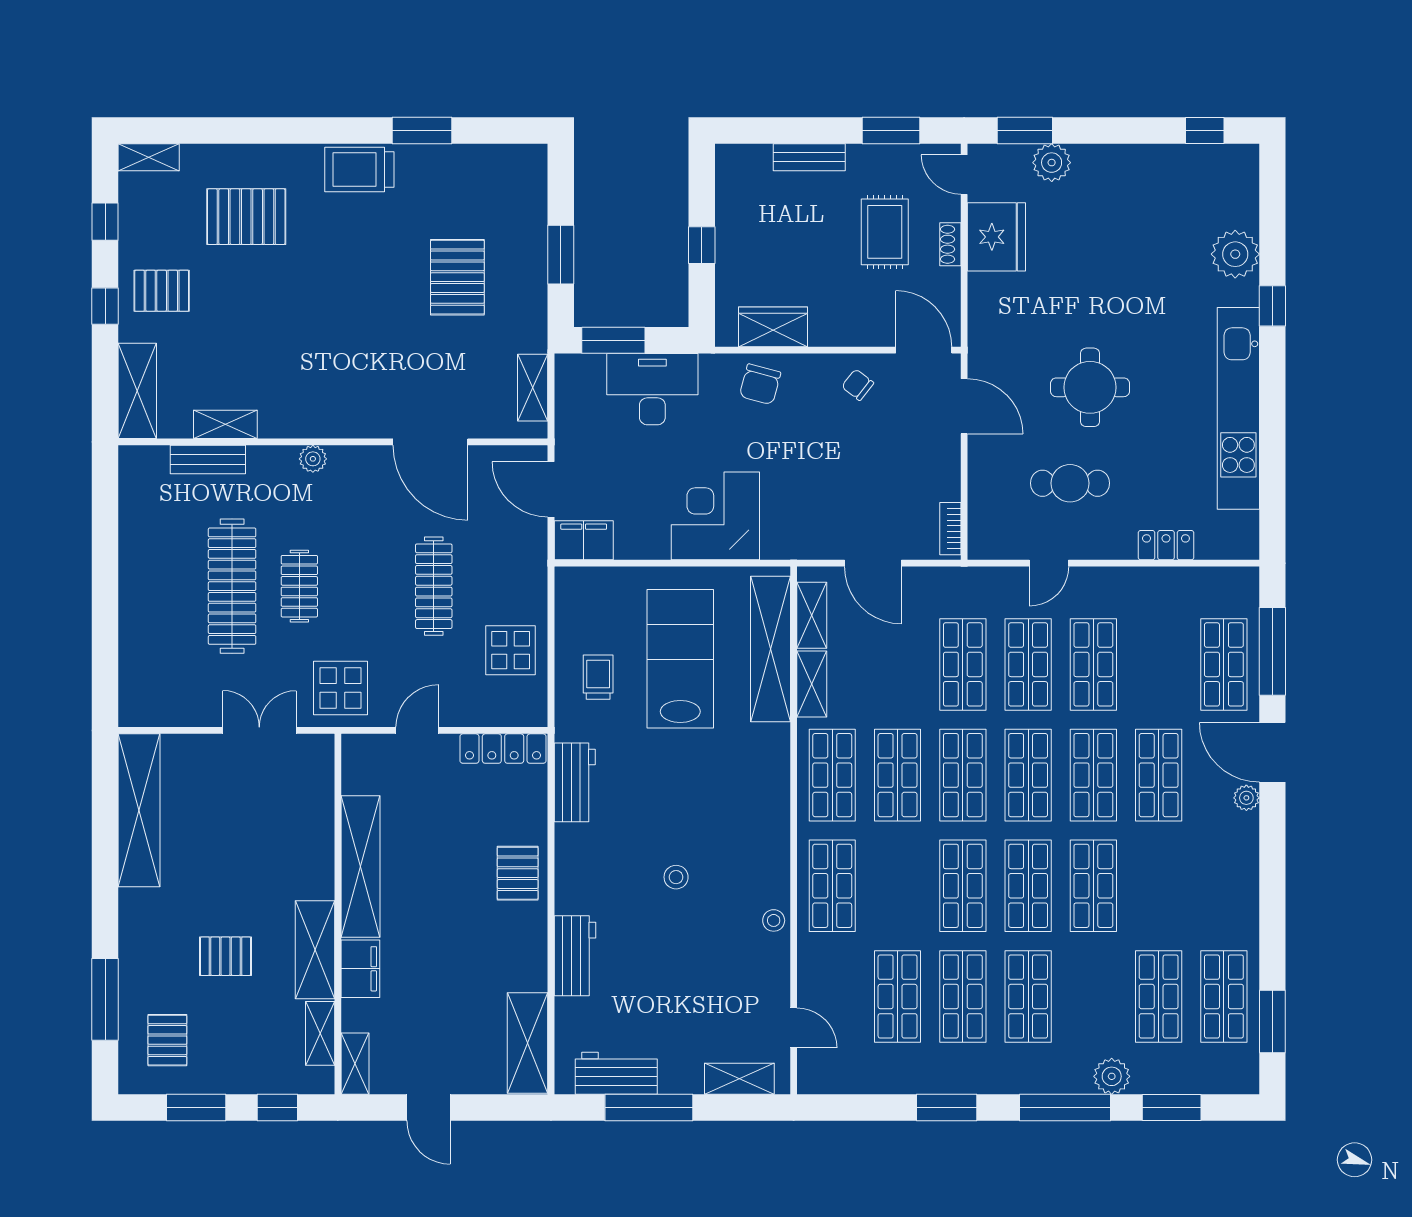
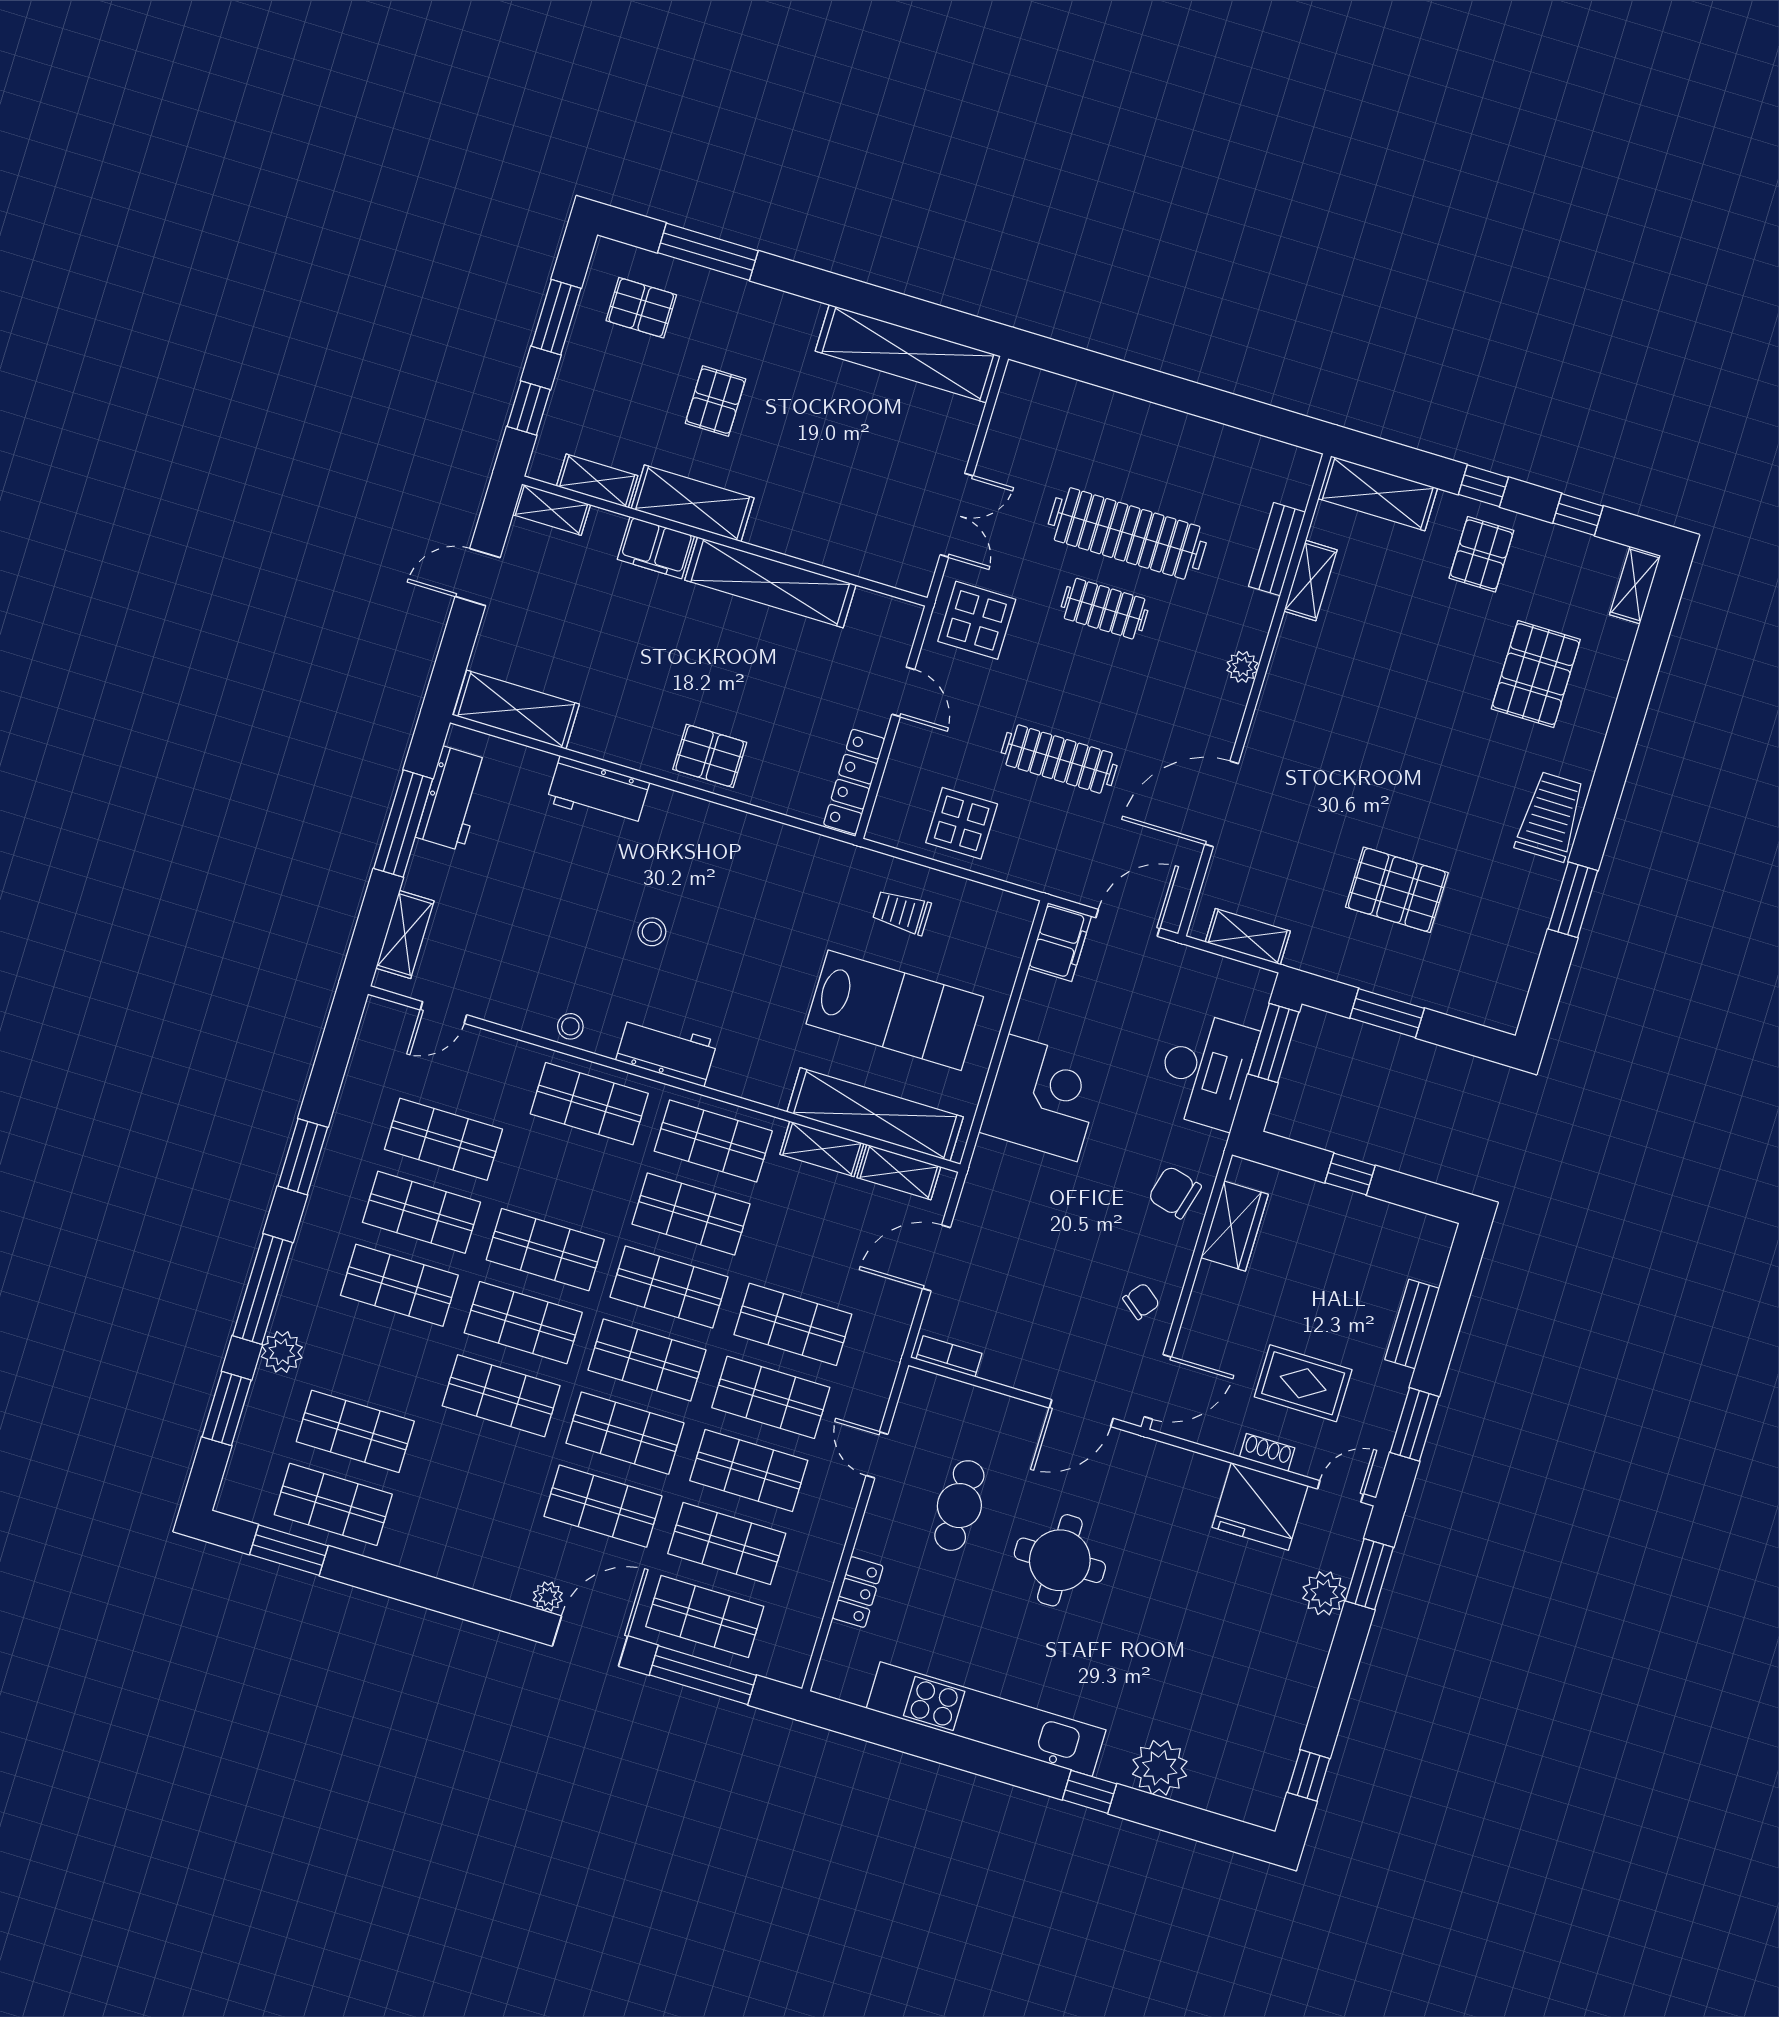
shop shelf: (1159, 664) -> (727, 1543), added
trolley: (598, 677) -> (902, 912), turned 180
workbench: (575, 782) -> (667, 1051), moved, turned 180

